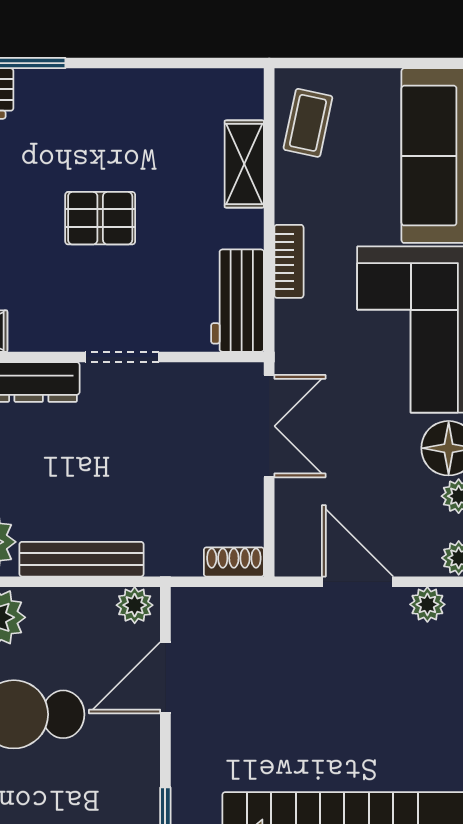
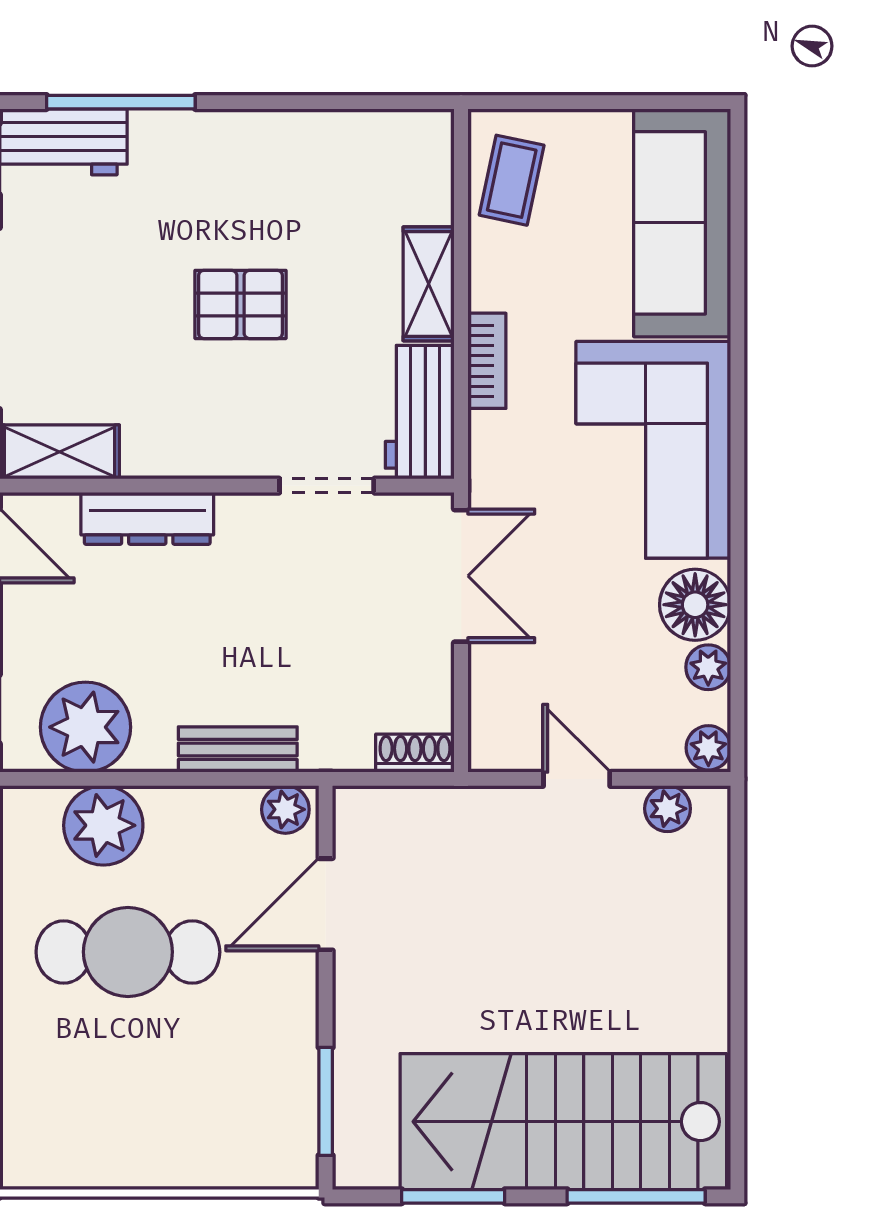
shelving: (244, 164) -> (429, 284), moved
doorway: (122, 357) -> (327, 486), moved
bench: (81, 559) -> (238, 749), width x0.73
door: (358, 582) -> (577, 779), width x0.73

